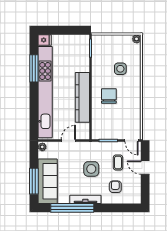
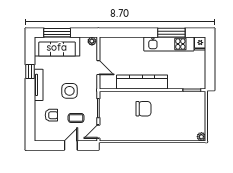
side table: (120, 69) -> (171, 120), removed
kitchen unit: (45, 92) -> (169, 44), width x0.54
window: (72, 208) -> (30, 71), width x0.32

